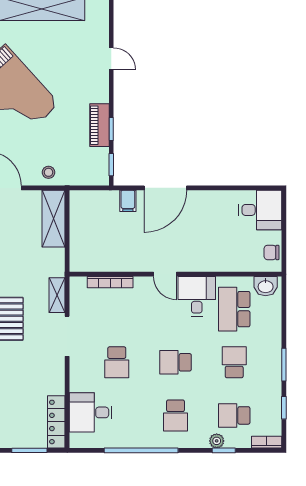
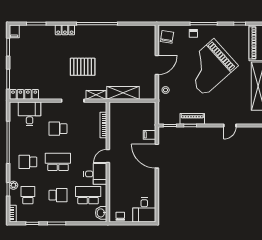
shelving: (54, 219) -> (123, 93), moved
school desk: (175, 362) -> (58, 162), width x1.85

